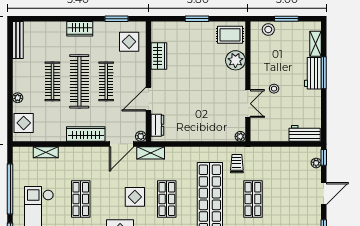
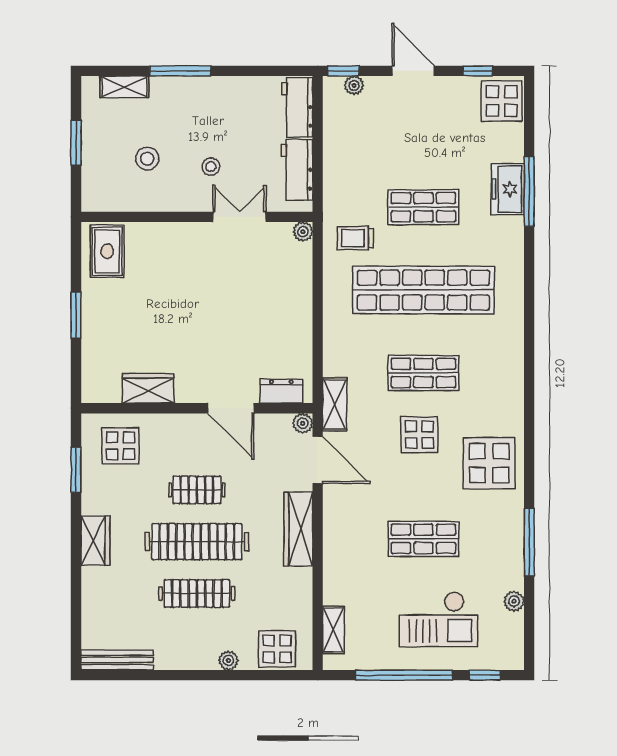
stool: (268, 29) -> (147, 159), moved
plant: (235, 60) -> (156, 241), removed
workbench: (313, 73) -> (297, 170), moved, turned 90
clothes rail: (106, 81) -> (197, 490), width x0.73
shelving: (46, 152) -> (333, 630), moved

